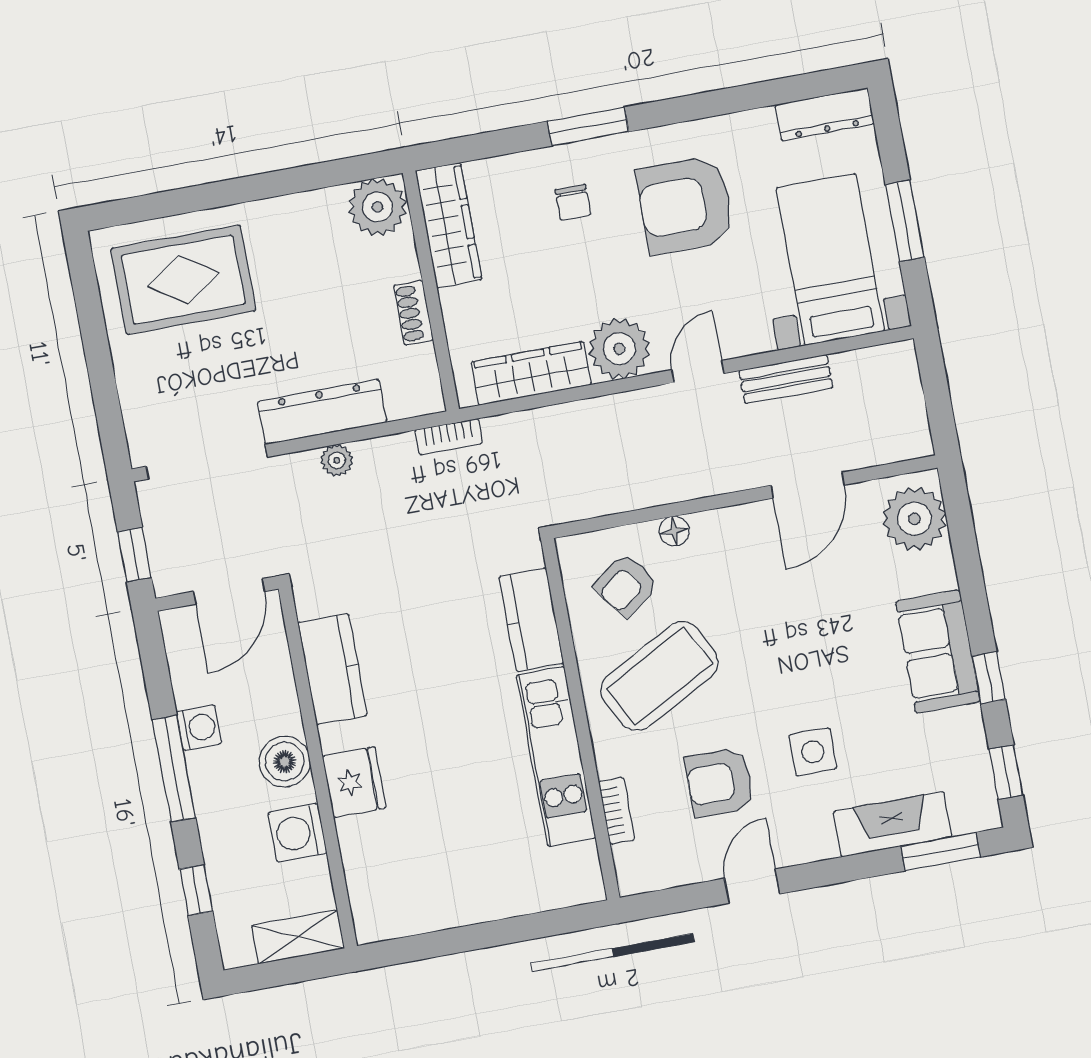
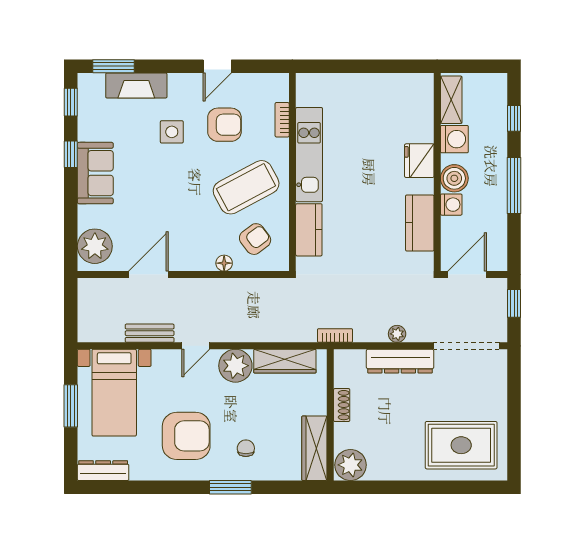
washing machine: (199, 728) -> (451, 205), moved, turned 180
shelving: (298, 937) -> (451, 100), moved, turned 90

